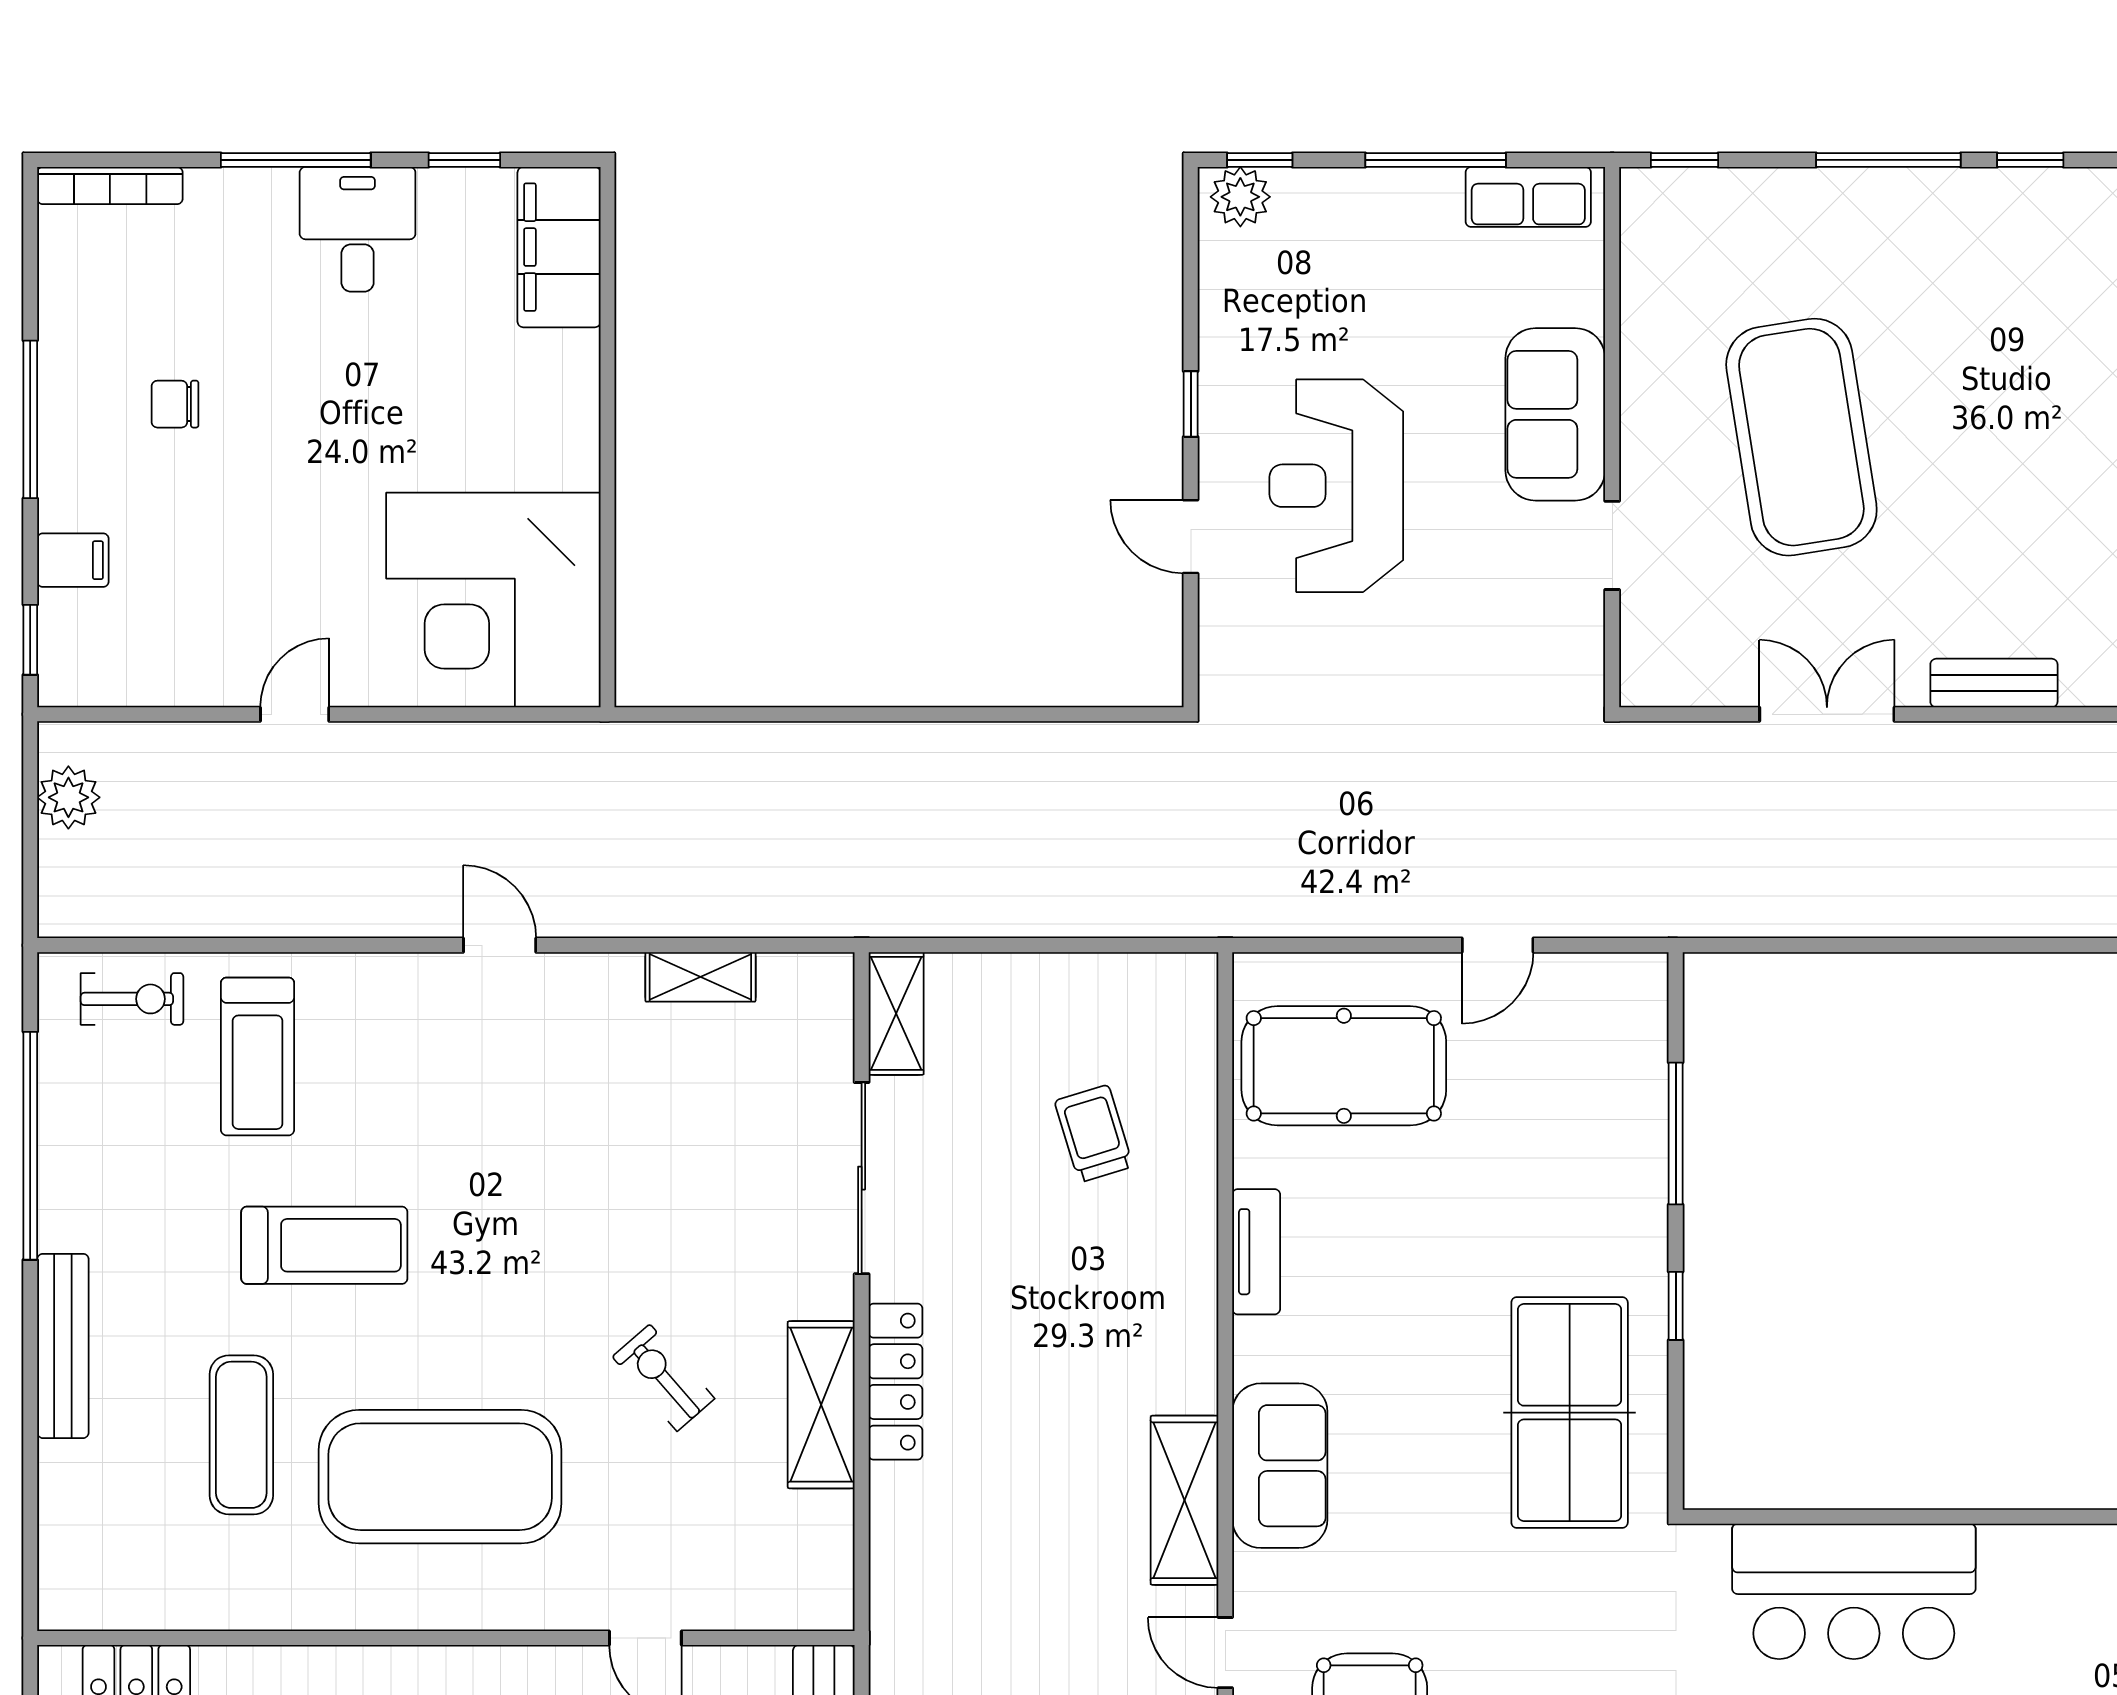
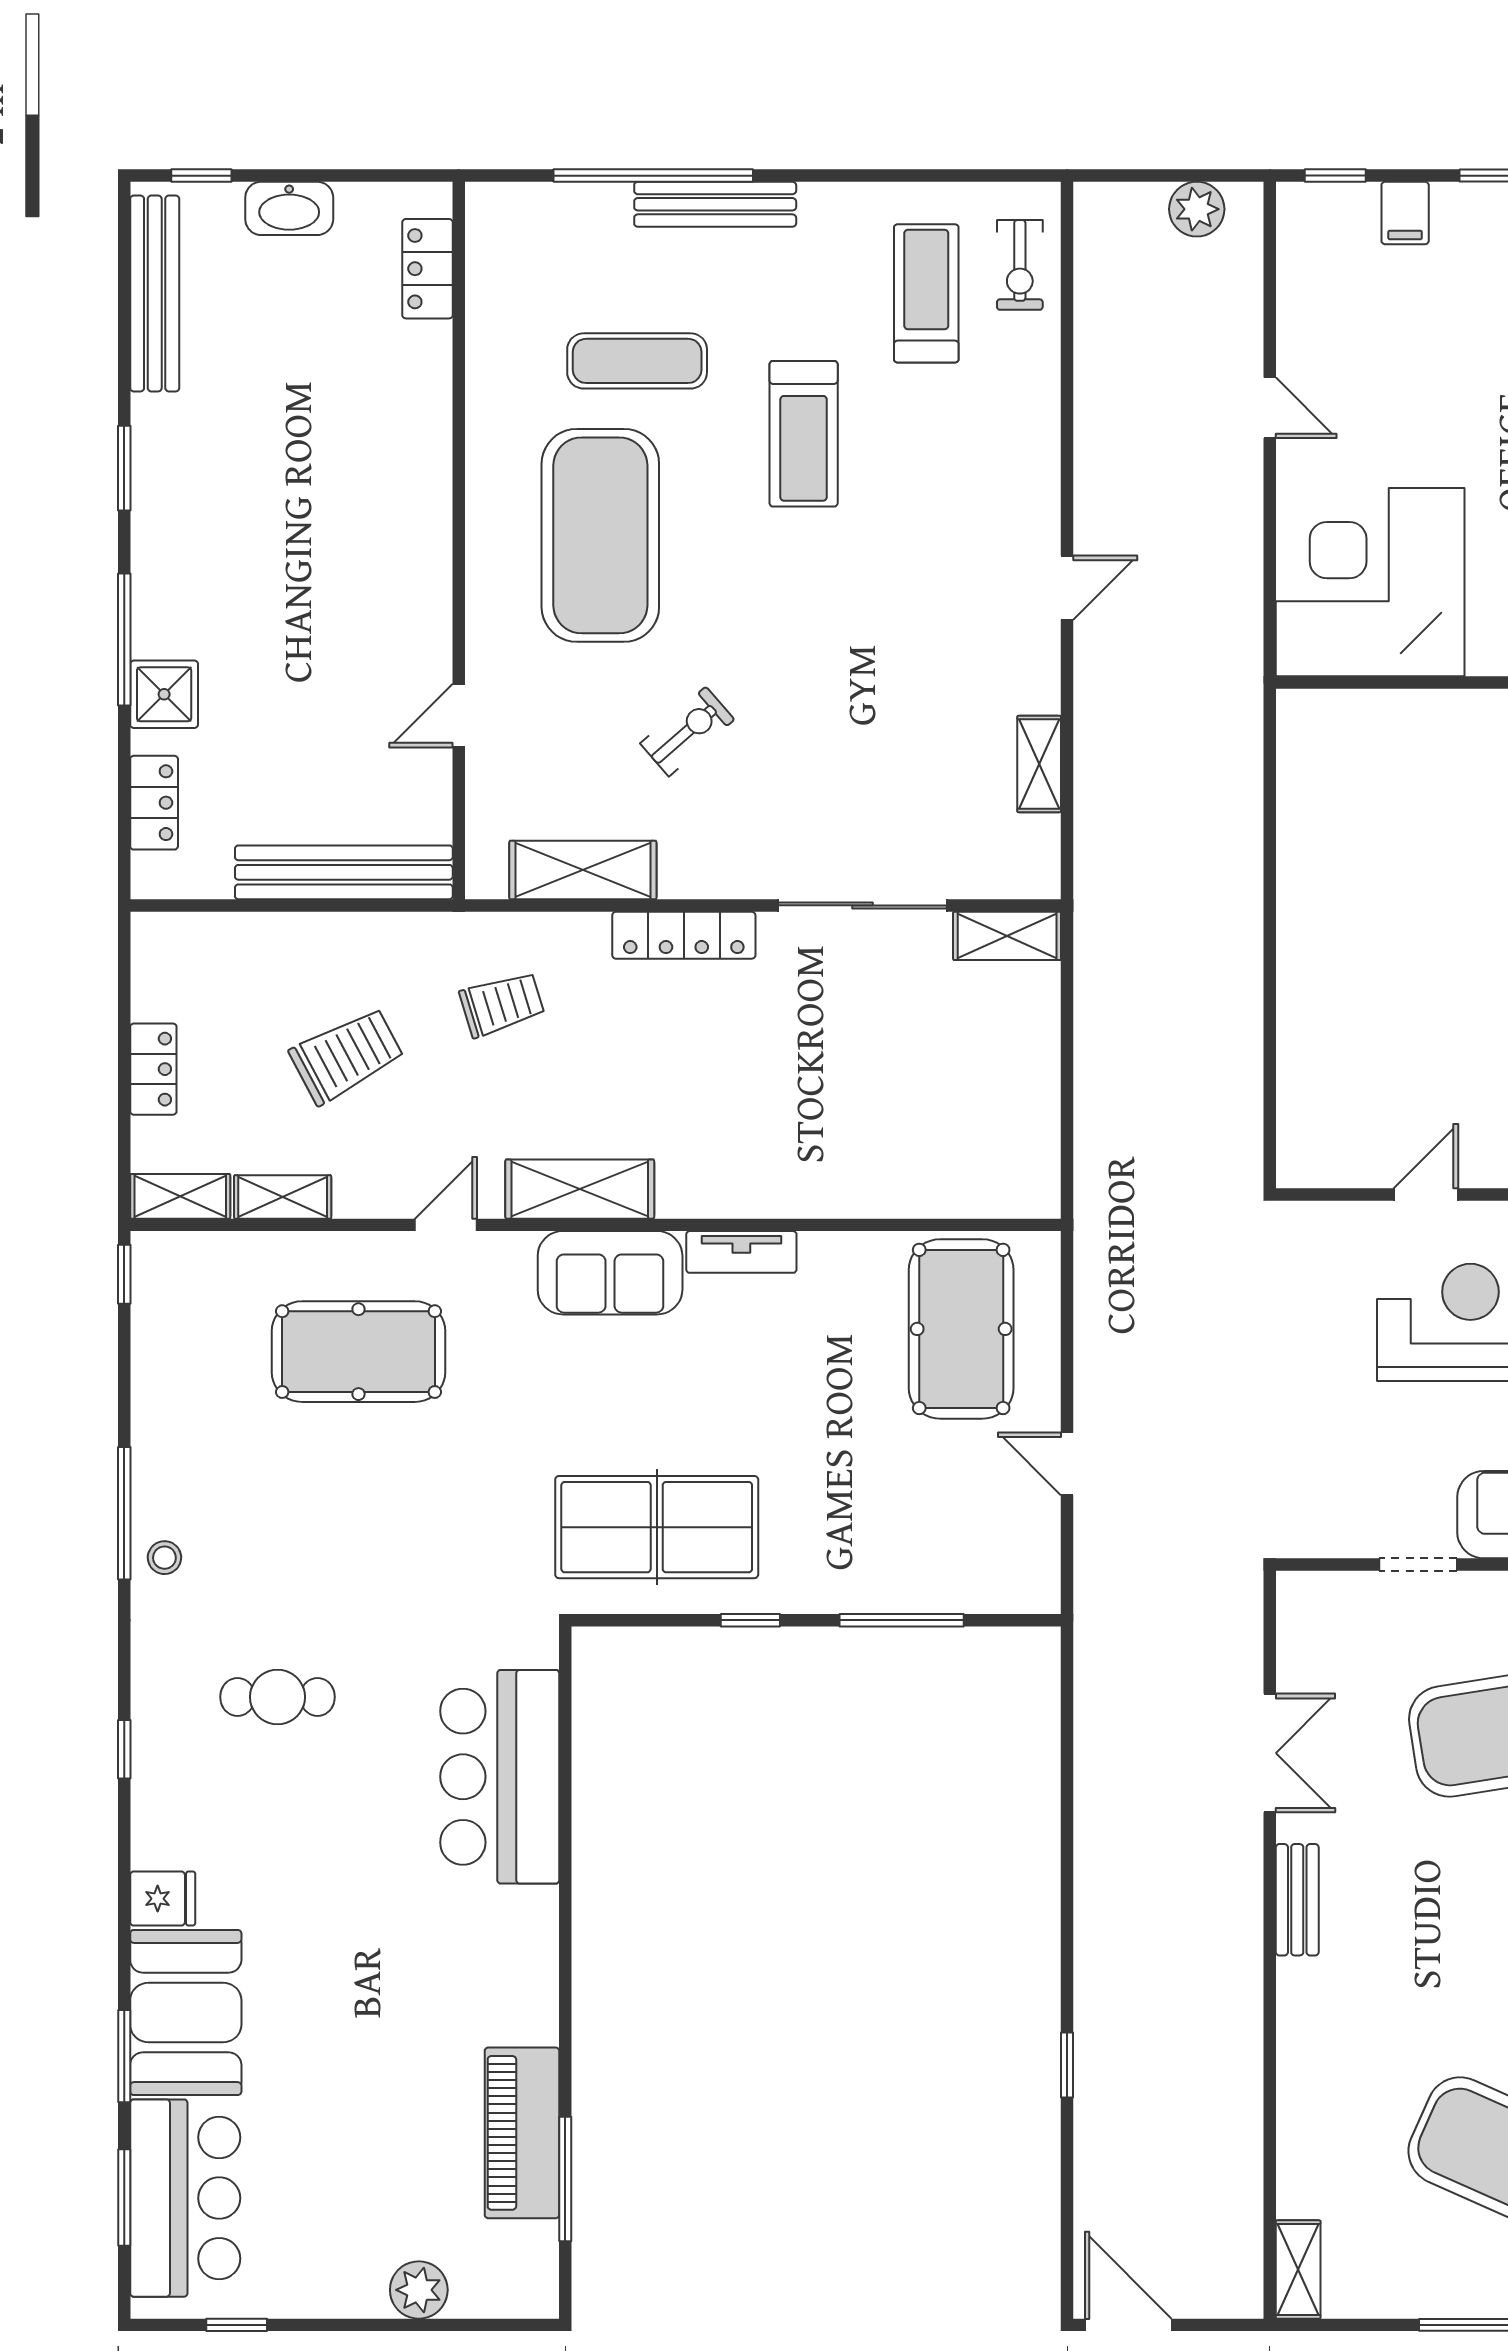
treadmill: (258, 1056) -> (926, 293), moved, turned 90
trolley: (1094, 1134) -> (502, 1004), moved
window: (30, 1146) -> (653, 176), moved
tv unit: (1256, 1252) -> (741, 1252), moved
shelving: (821, 1405) -> (583, 870), moved

